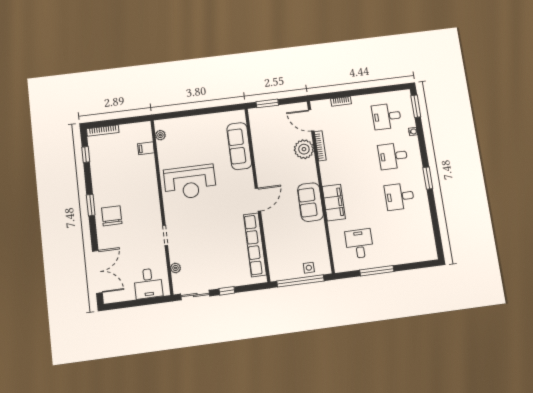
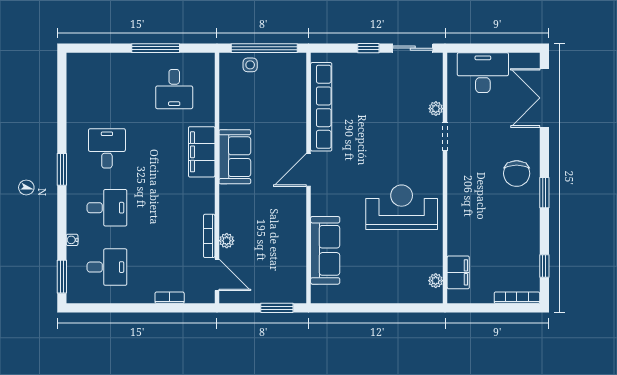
filing cabinet: (146, 148) -> (458, 272), width x2.00
plant: (304, 149) -> (227, 241), width x0.53, depth x0.53
desk: (399, 196) -> (107, 148), turned -90
plant: (176, 268) -> (436, 109), moved
desk: (148, 283) -> (483, 73), width x1.37

